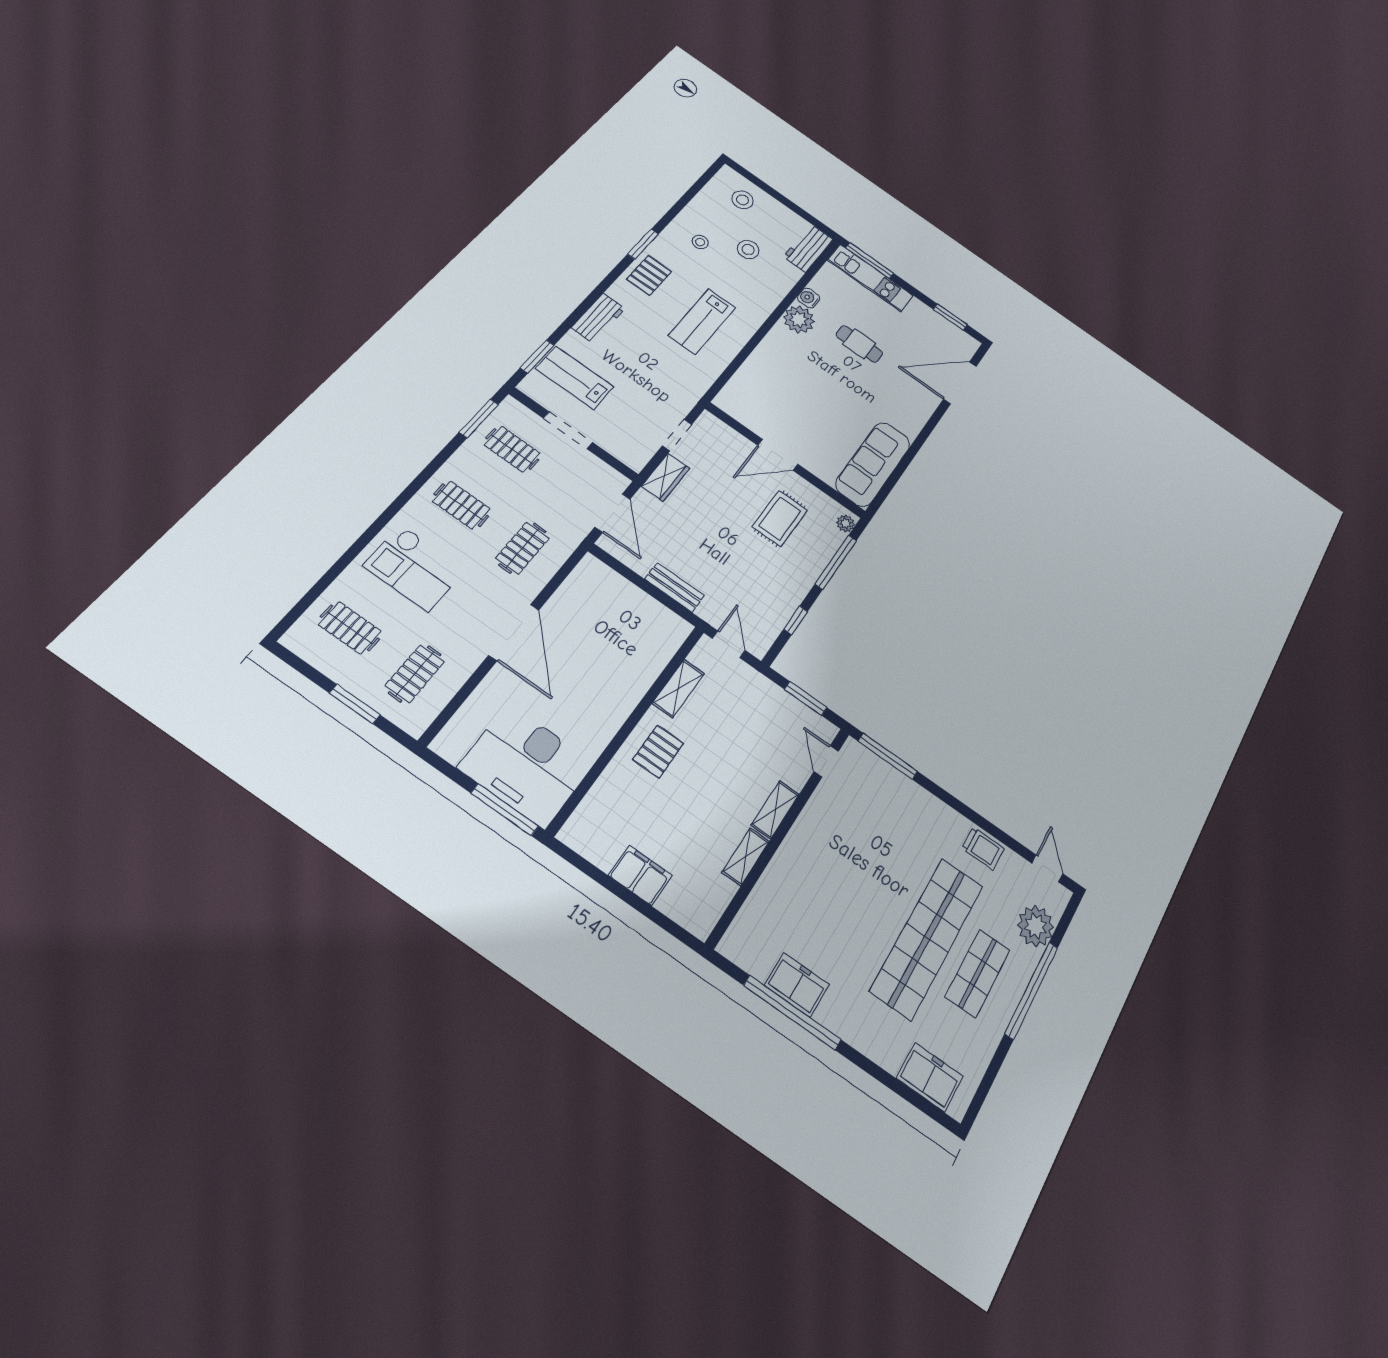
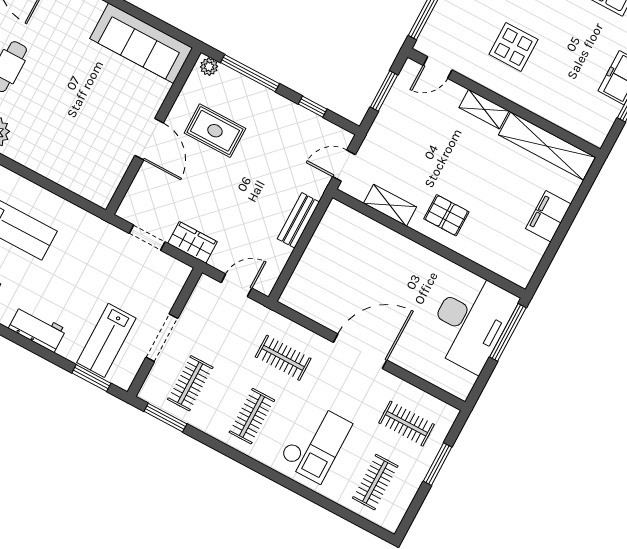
door: (613, 513) -> (237, 285), width x0.73
display table: (843, 852) -> (513, 47), added
shelving: (746, 857) -> (547, 146), width x2.20, depth x1.33

